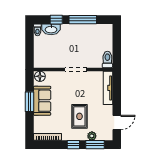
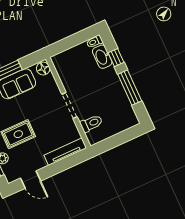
toilet: (107, 60) -> (91, 123), moved

